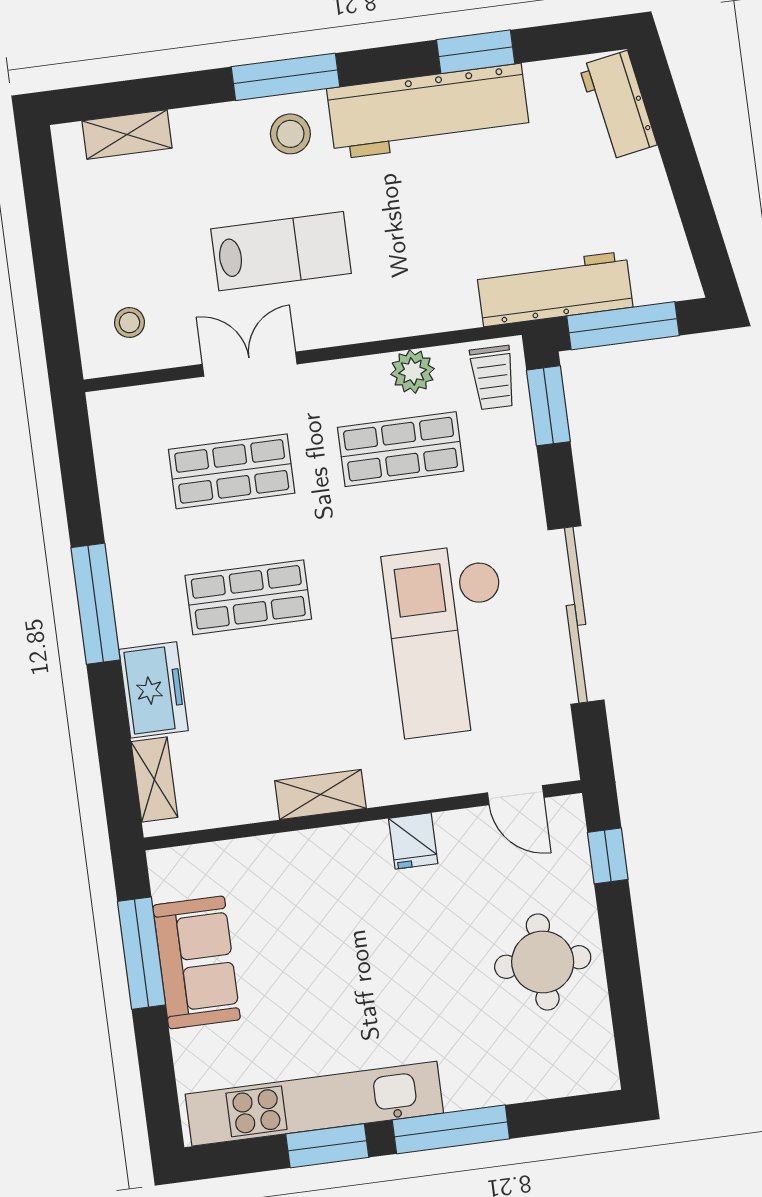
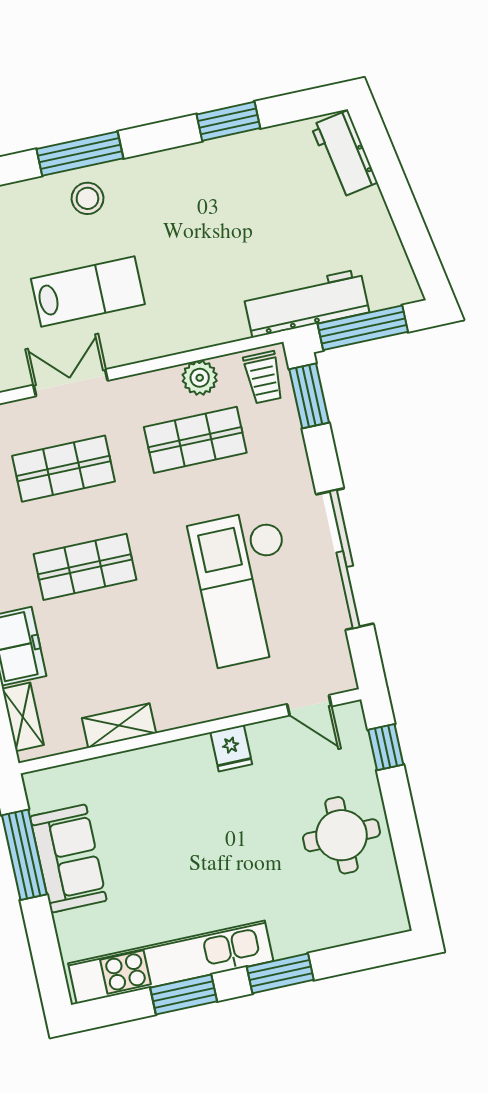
workbench: (428, 111) -> (195, 171), removed
shelving: (320, 795) -> (119, 726), moved
window: (451, 1129) -> (280, 973), width x0.69

